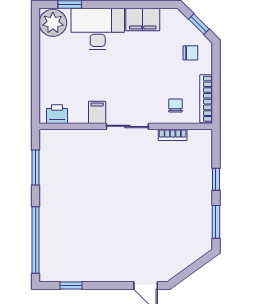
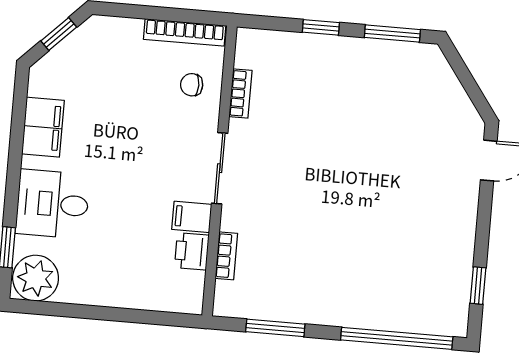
desk: (98, 29) -> (53, 204), width x0.73
chair: (190, 53) -> (106, 52), removed
printer: (57, 114) -> (192, 251), moved
bookcase: (76, 135) -> (226, 256), added

